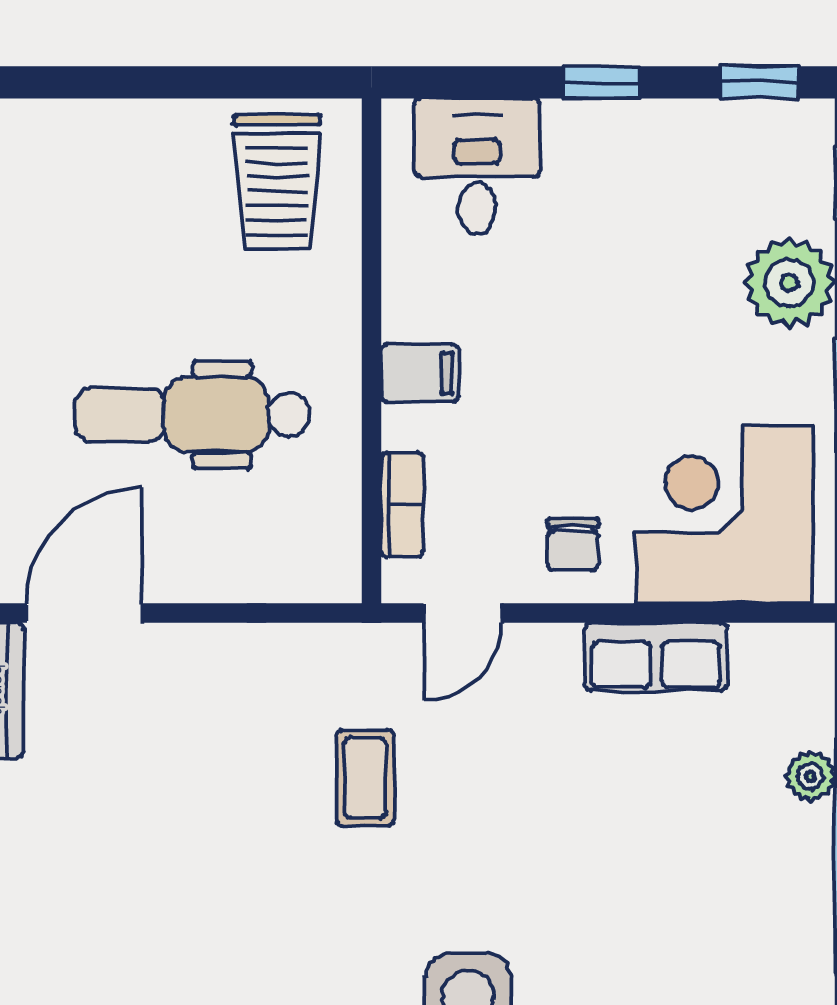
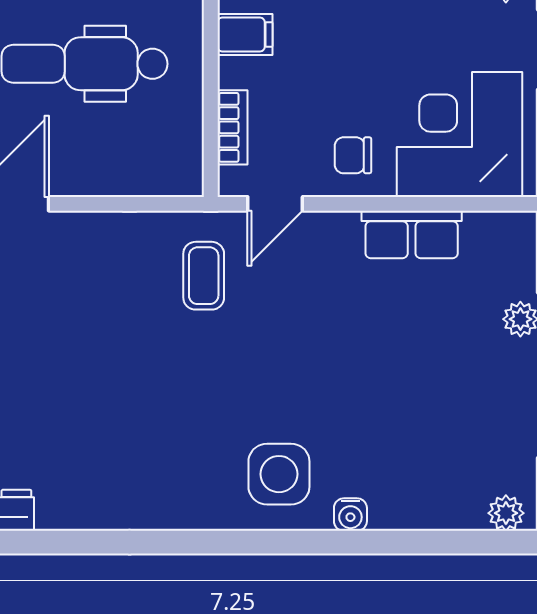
chair: (573, 544) -> (353, 155), turned 90
coffee table: (365, 778) -> (204, 276), moved

